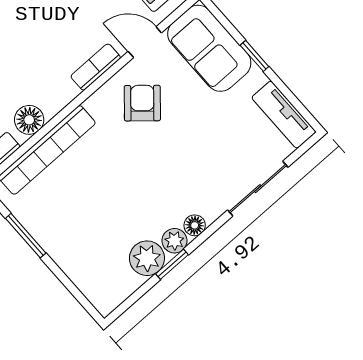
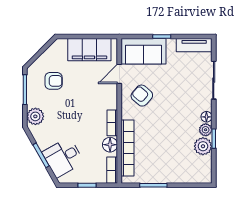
bookcase: (96, 67) -> (112, 123), moved

